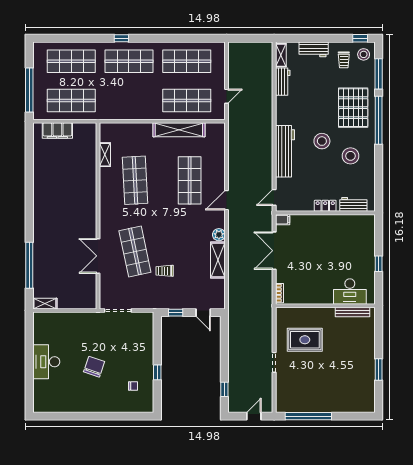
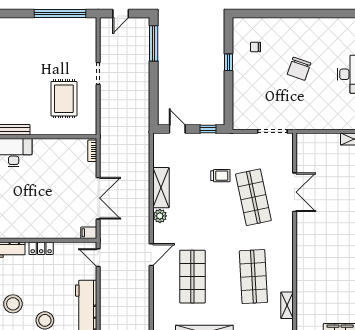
door: (274, 197) -> (98, 258), swing flipped
rug: (305, 340) -> (64, 99), turned 90
window: (224, 389) -> (154, 43), width x2.17

